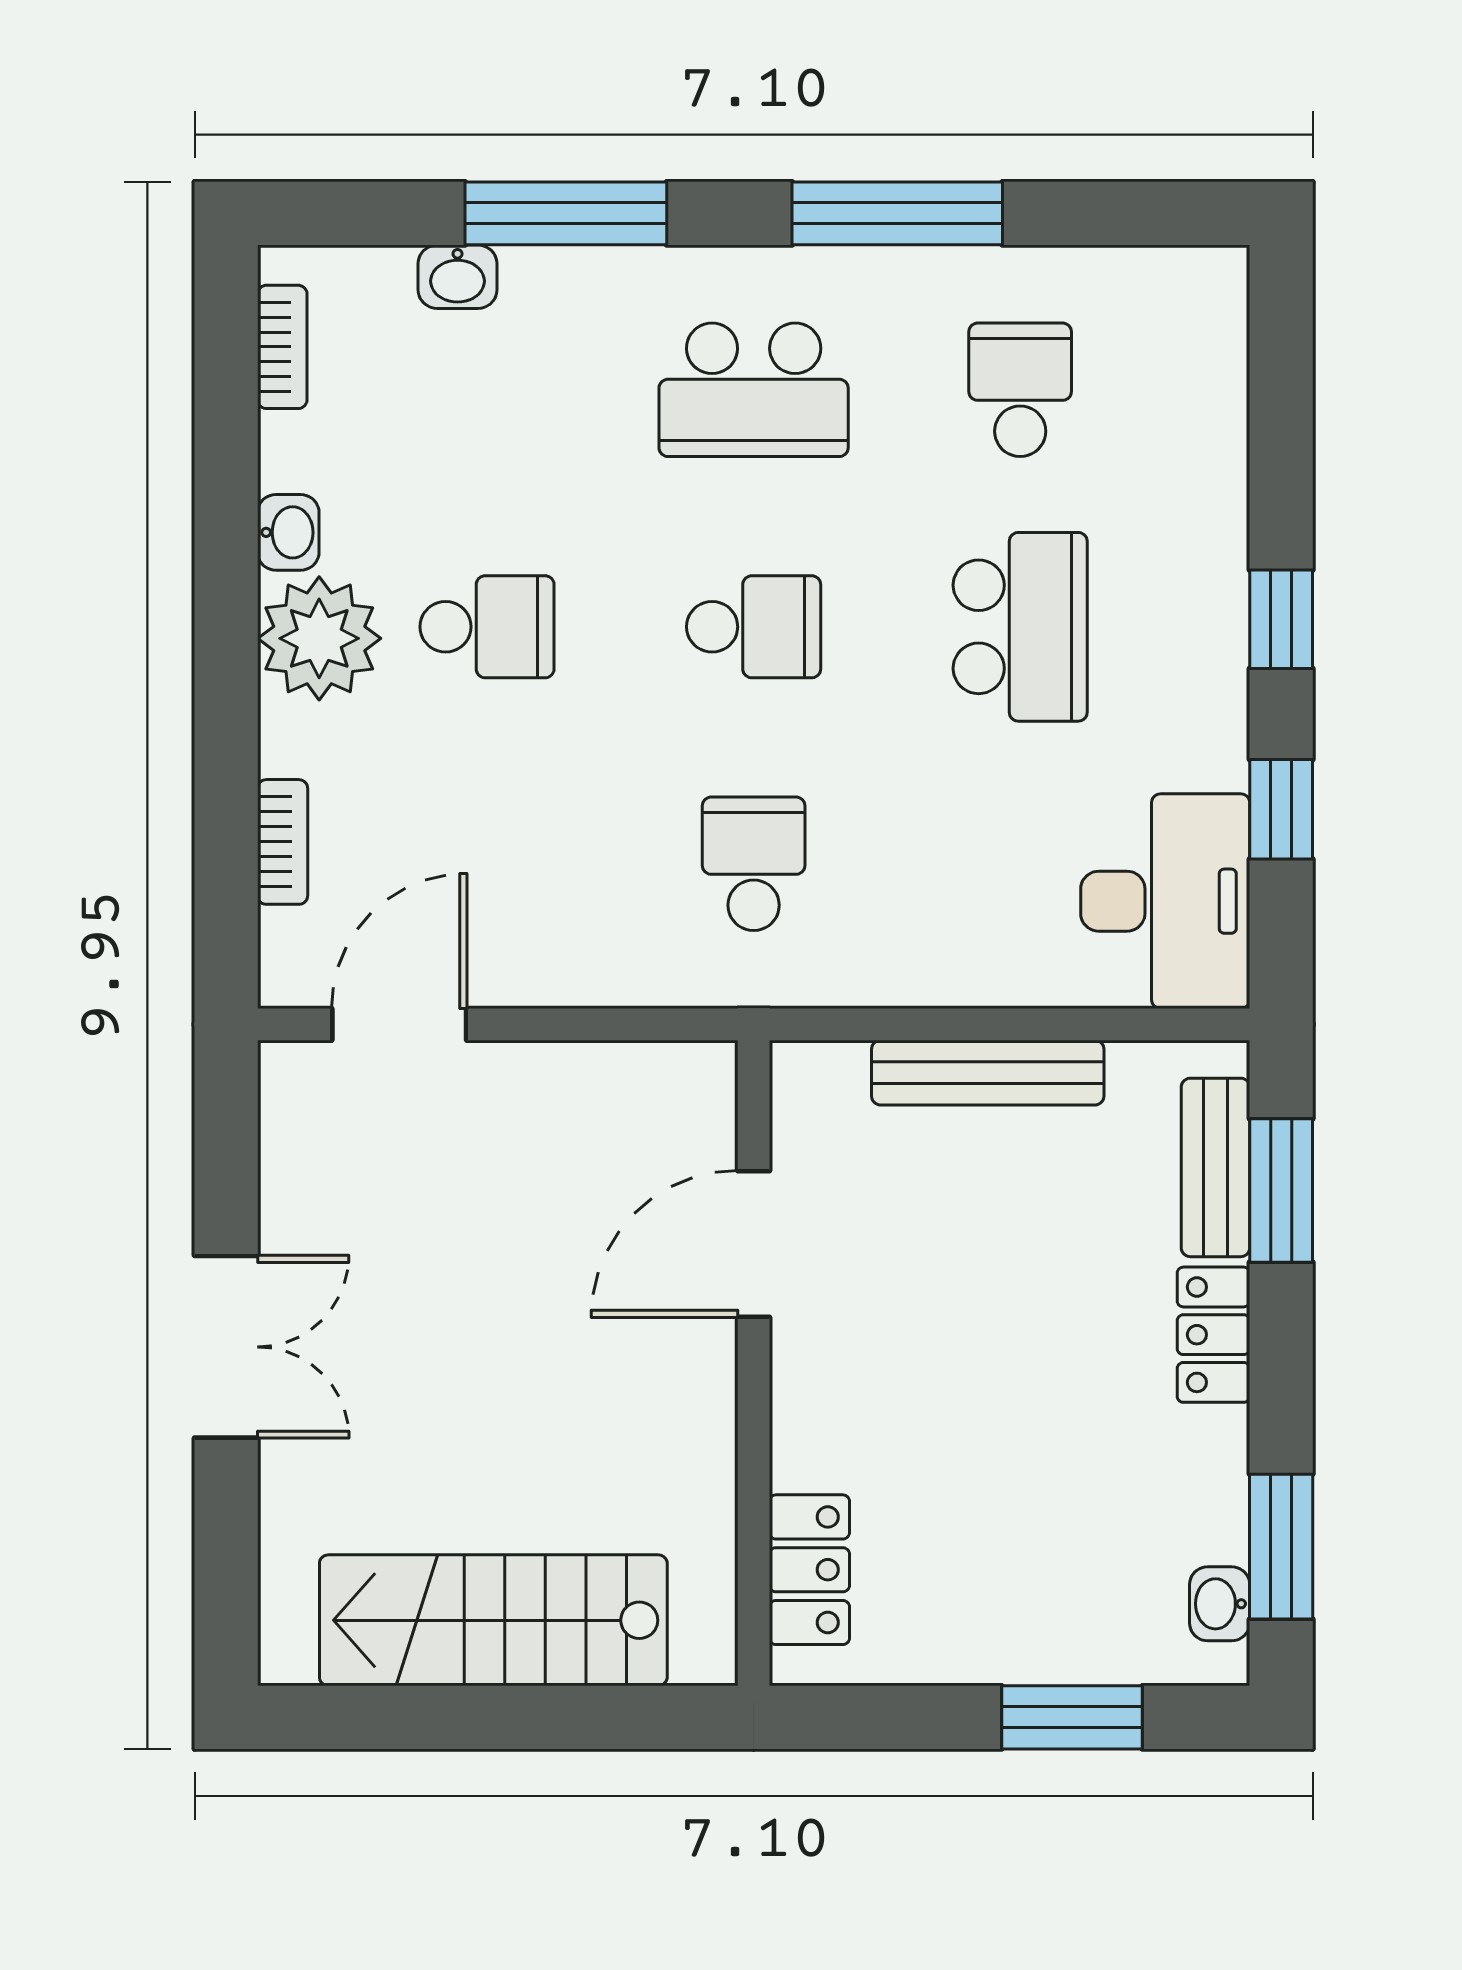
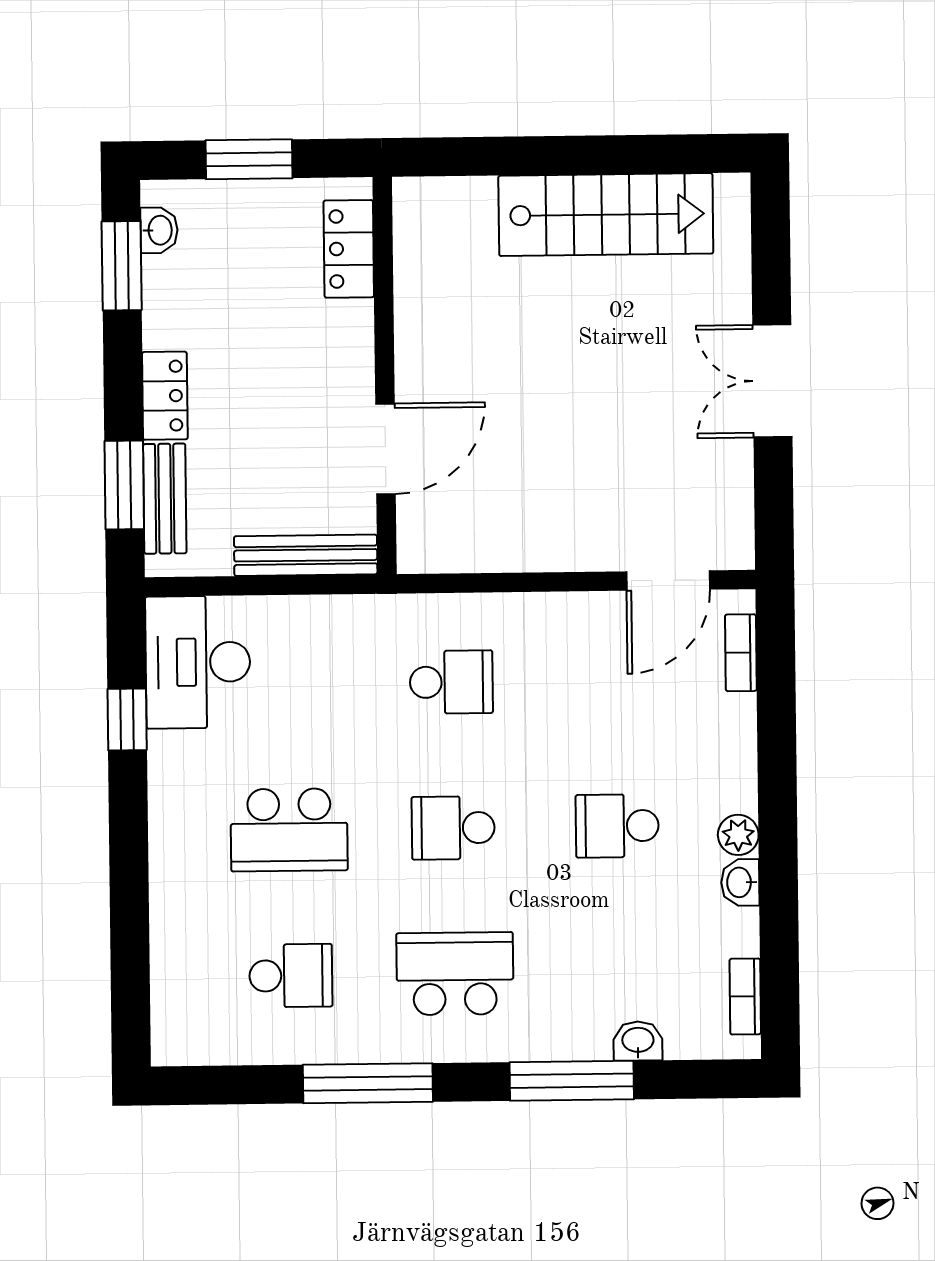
school desk: (1020, 390) -> (291, 976), turned -90
window: (1281, 619) -> (129, 836), removed
school desk: (1020, 627) -> (289, 830), turned -90
plant: (319, 638) -> (738, 835), width x0.53, depth x0.53
bookcase: (283, 842) -> (741, 653), moved
school desk: (754, 864) -> (451, 682), turned -90
door: (754, 1244) -> (386, 449), moved
wall: (754, 1363) -> (385, 376), moved
locker: (809, 1570) -> (349, 249), moved

